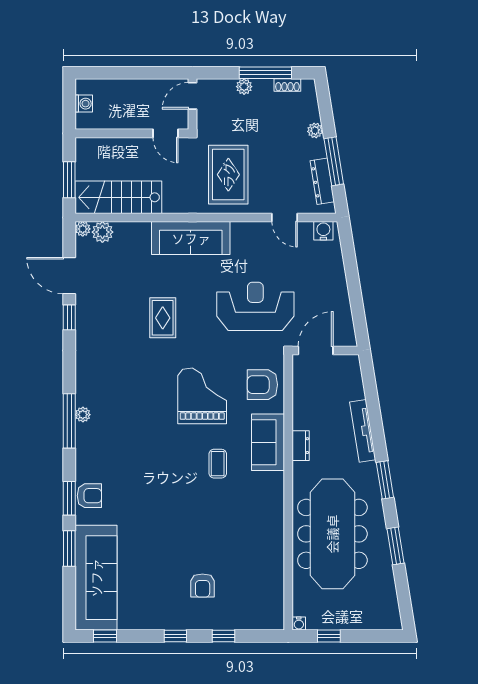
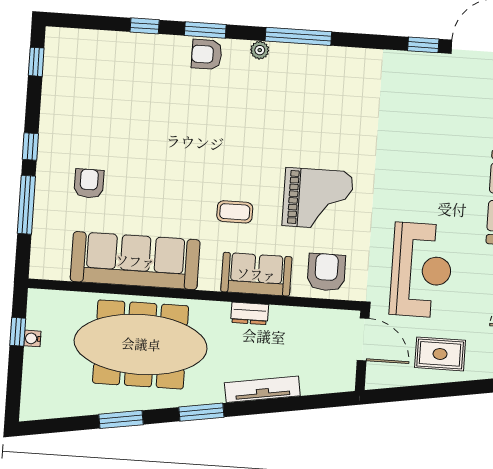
rug: (163, 318) -> (440, 354), moved
plant: (83, 415) -> (260, 50), moved
armchair: (89, 496) -> (207, 54), turned 90
window: (69, 548) -> (145, 26), width x0.67
sofa: (96, 578) -> (135, 261), moved, turned 180
armchair: (203, 586) -> (89, 184), turned 90
water cooler: (299, 624) -> (32, 338), moved
window: (224, 636) -> (26, 205), width x2.17

